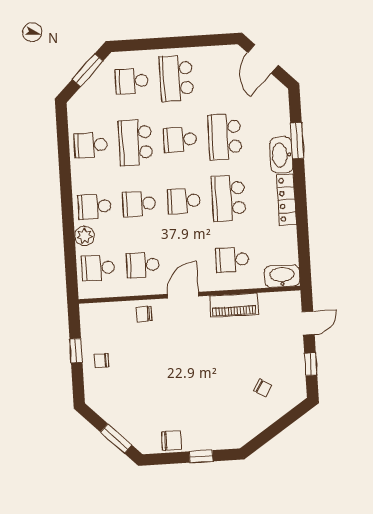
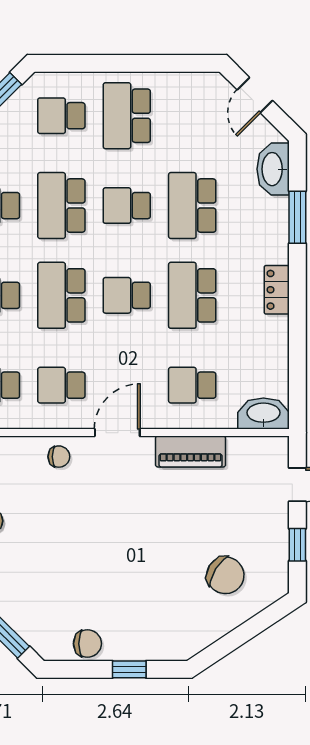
door: (263, 59) -> (255, 95), width x0.73
washbasin: (281, 155) -> (273, 169), moved
locker: (286, 200) -> (277, 290), width x0.66
school desk: (139, 204) -> (61, 295), width x1.85
chair: (144, 314) -> (59, 457), turned 180
chair: (263, 388) -> (225, 575), width x1.87, depth x1.87

